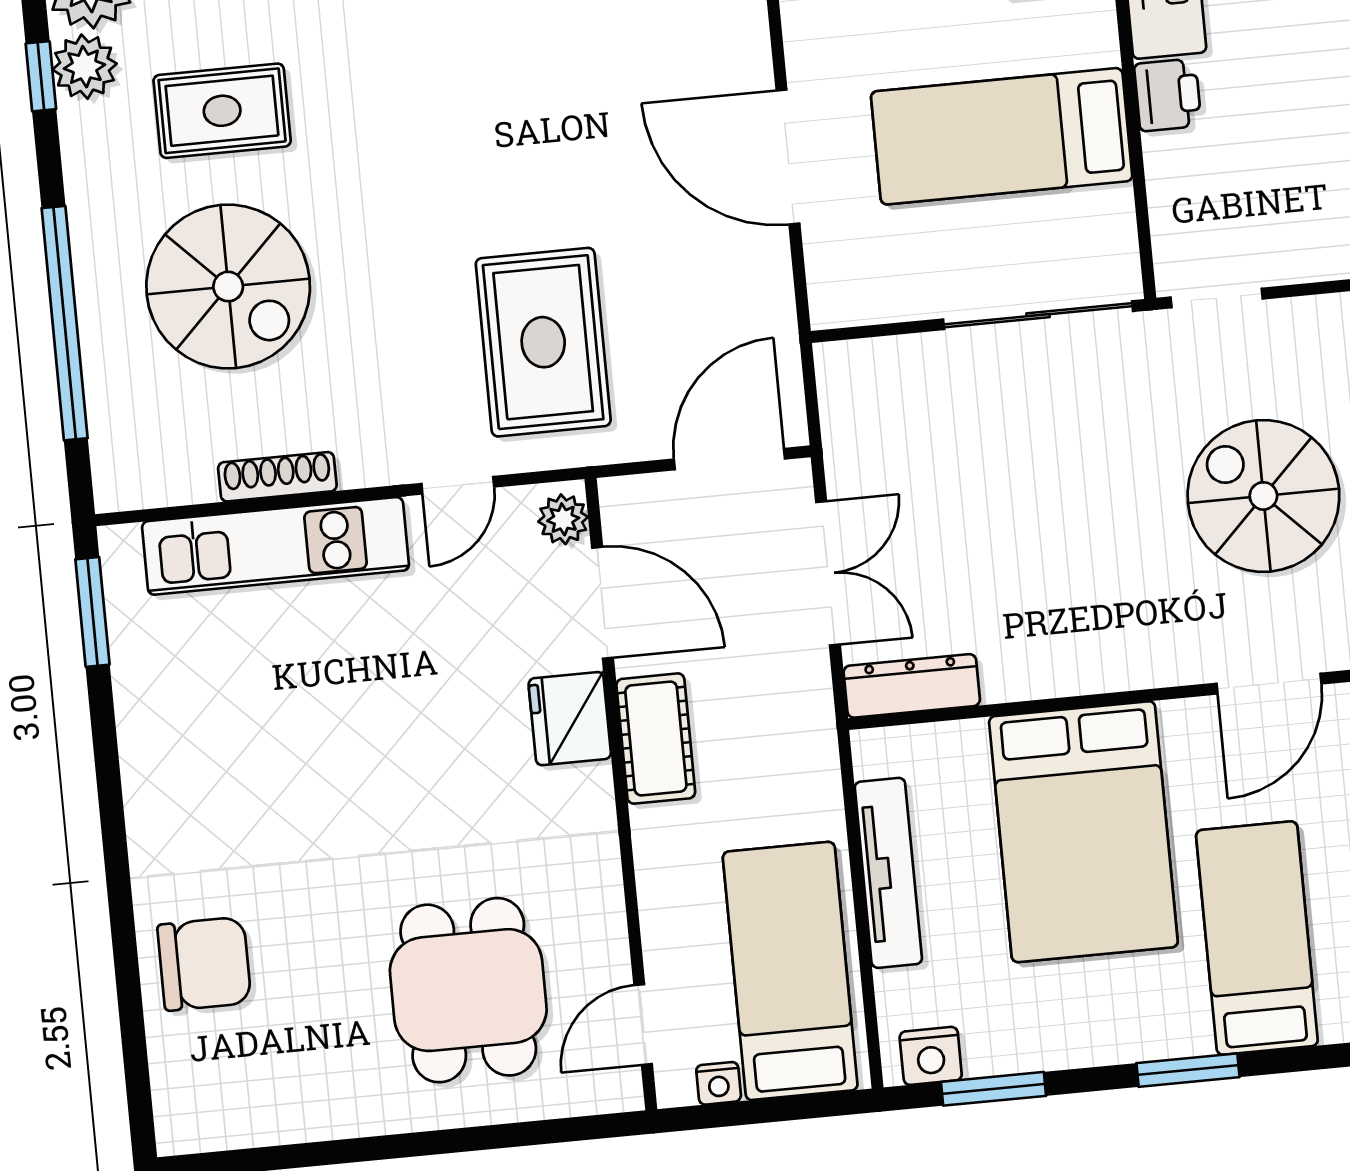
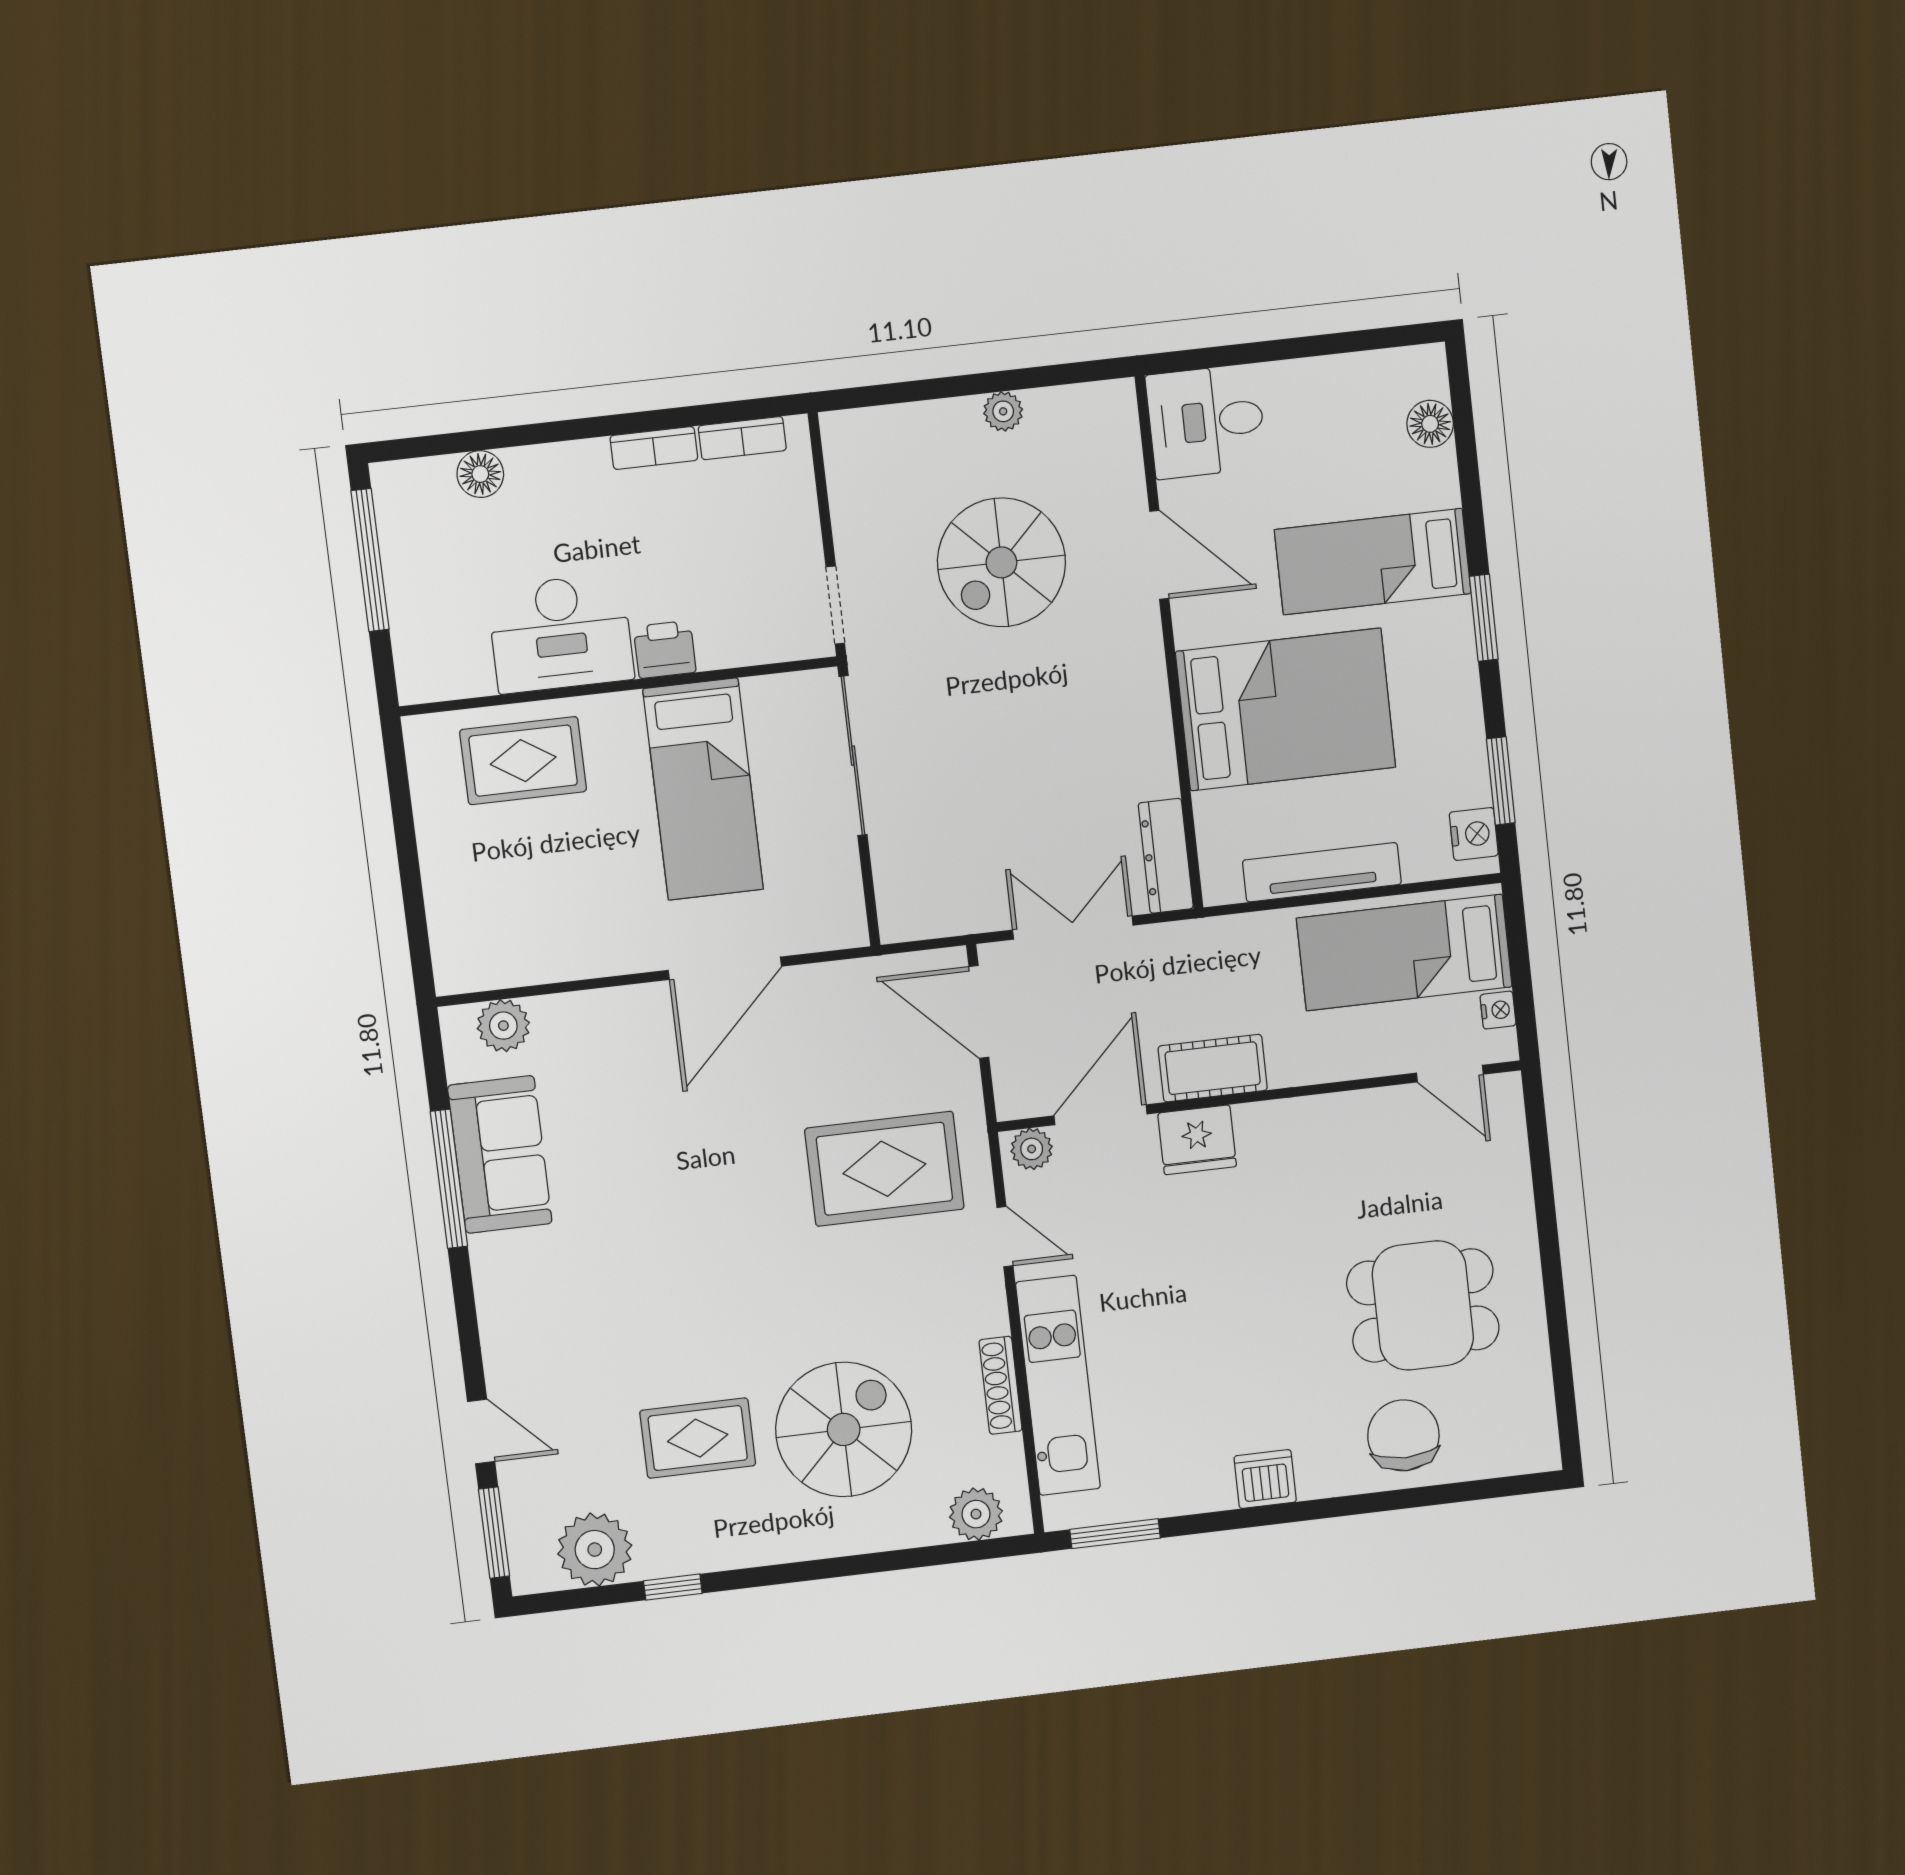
plant: (85, 67) -> (976, 1514), moved
rug: (222, 111) -> (698, 1438), turned 90
window: (65, 323) -> (877, 1562), removed
dishwasher: (155, 795) -> (1265, 1479), added
dining table: (468, 990) -> (1423, 1305), moved

